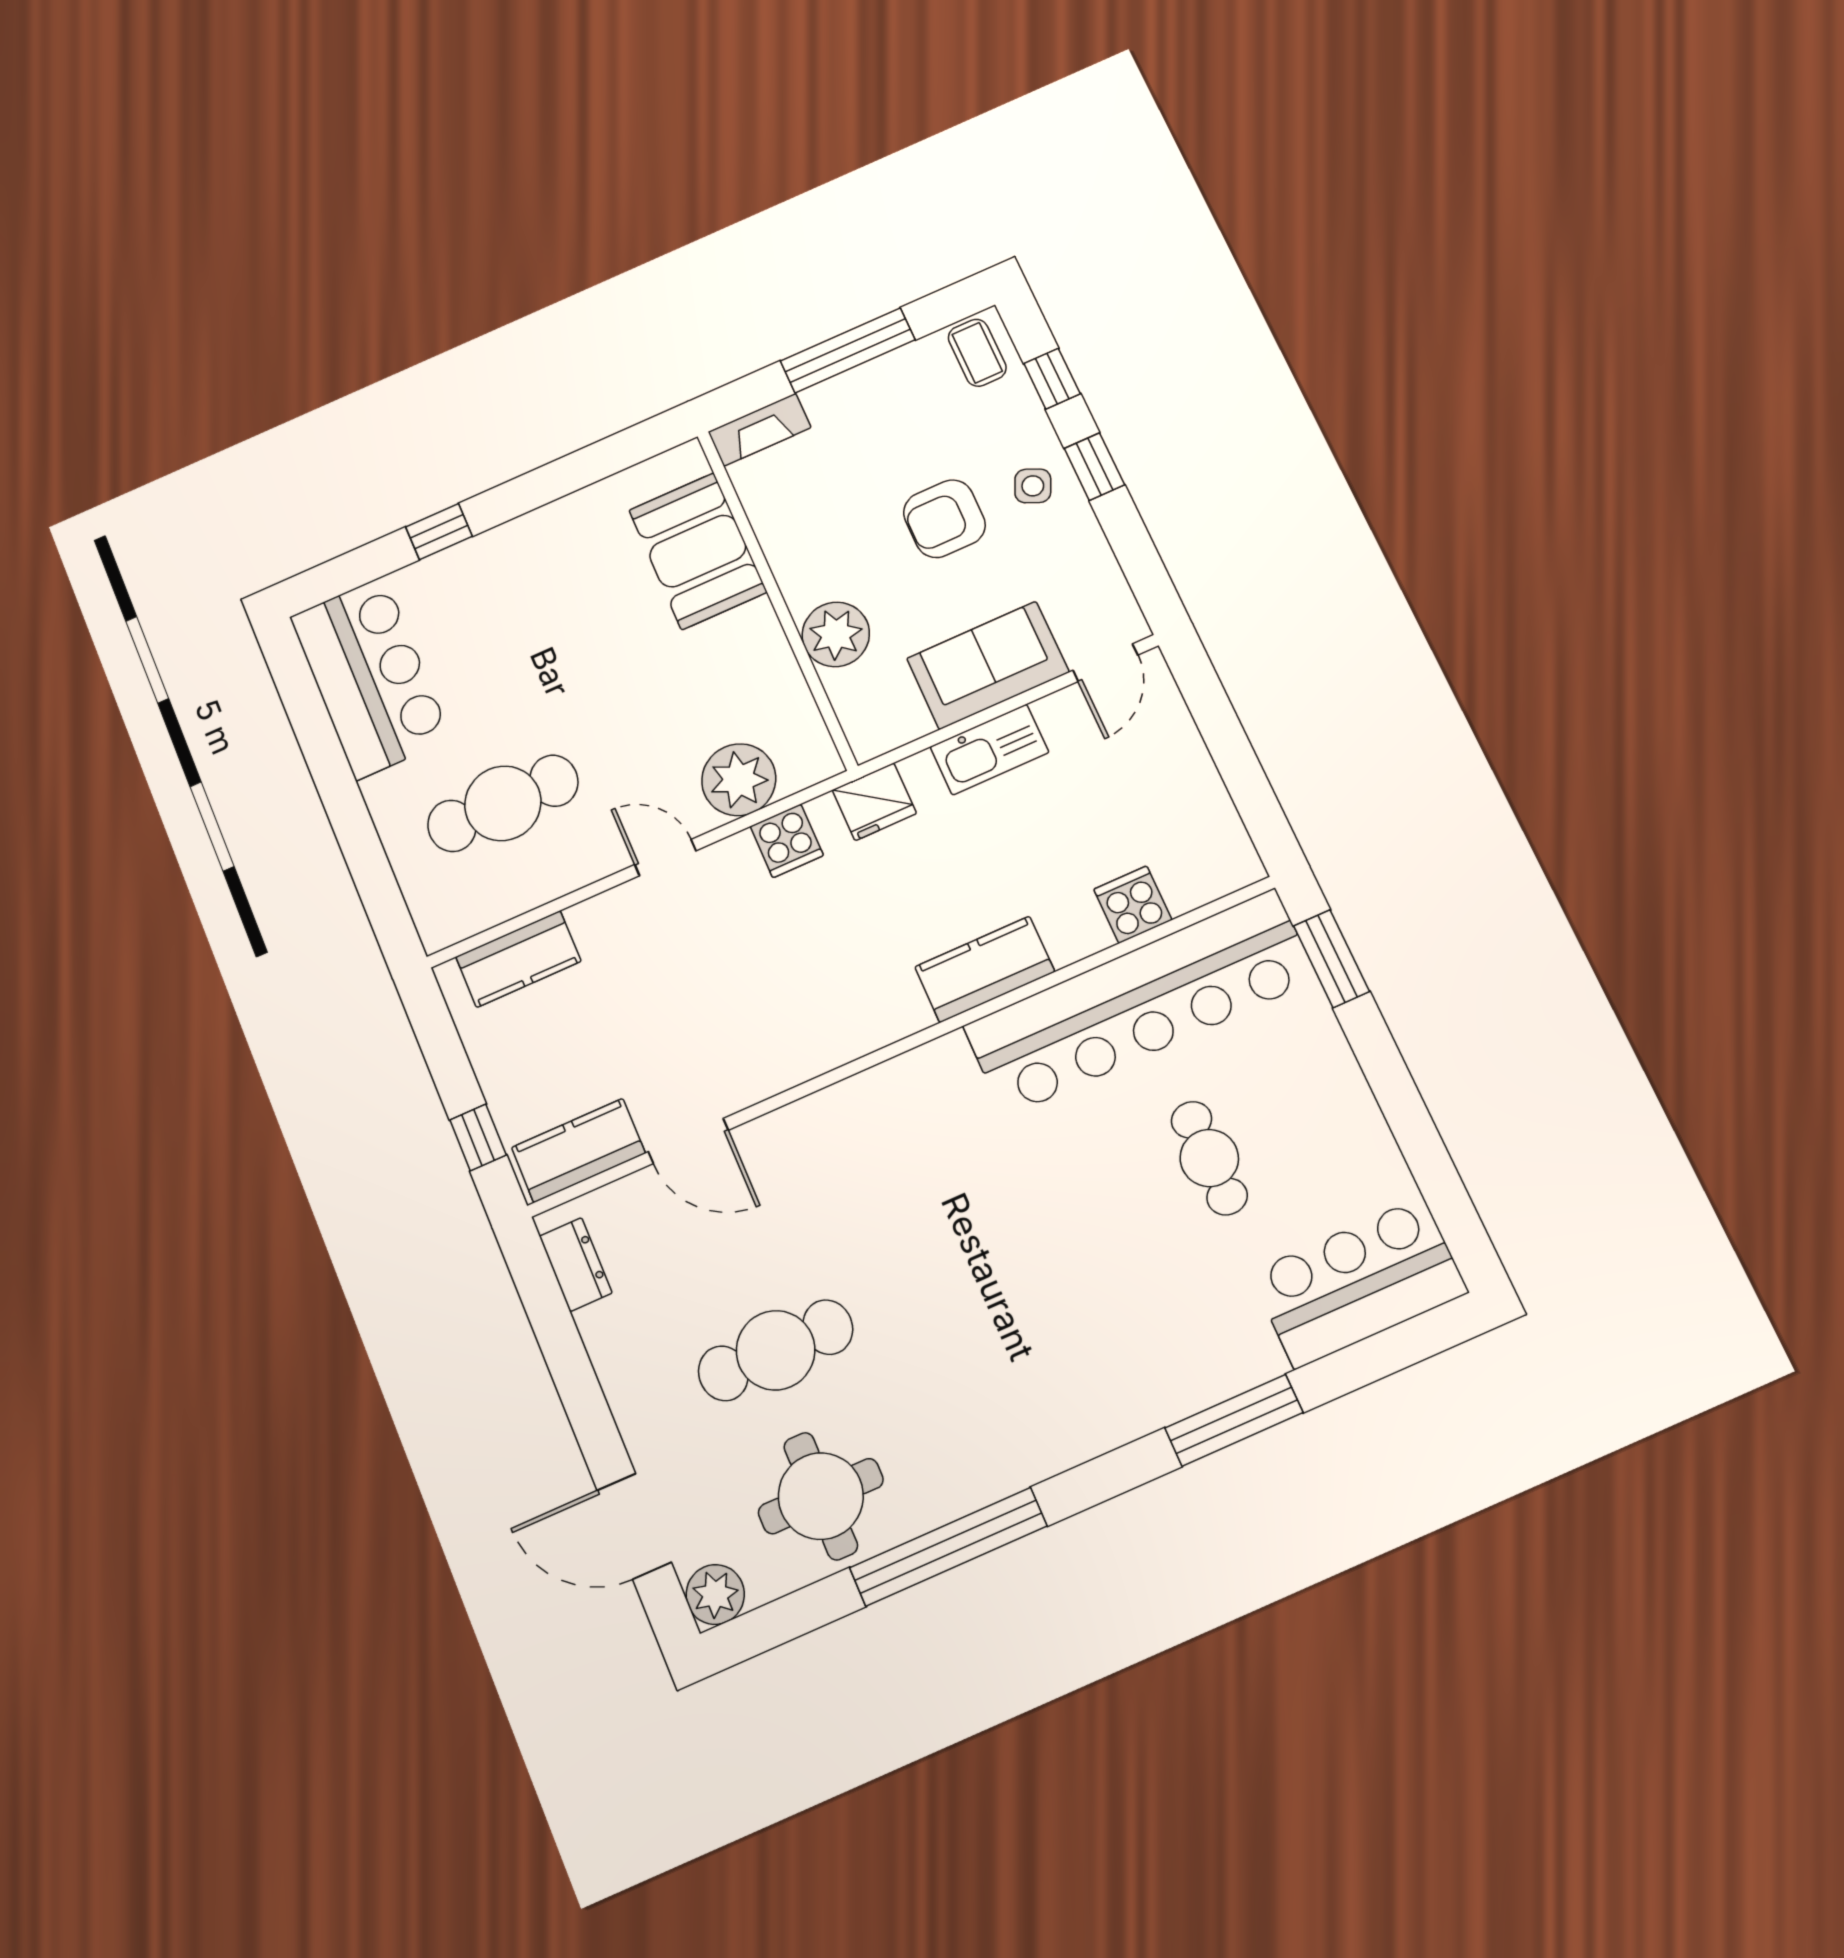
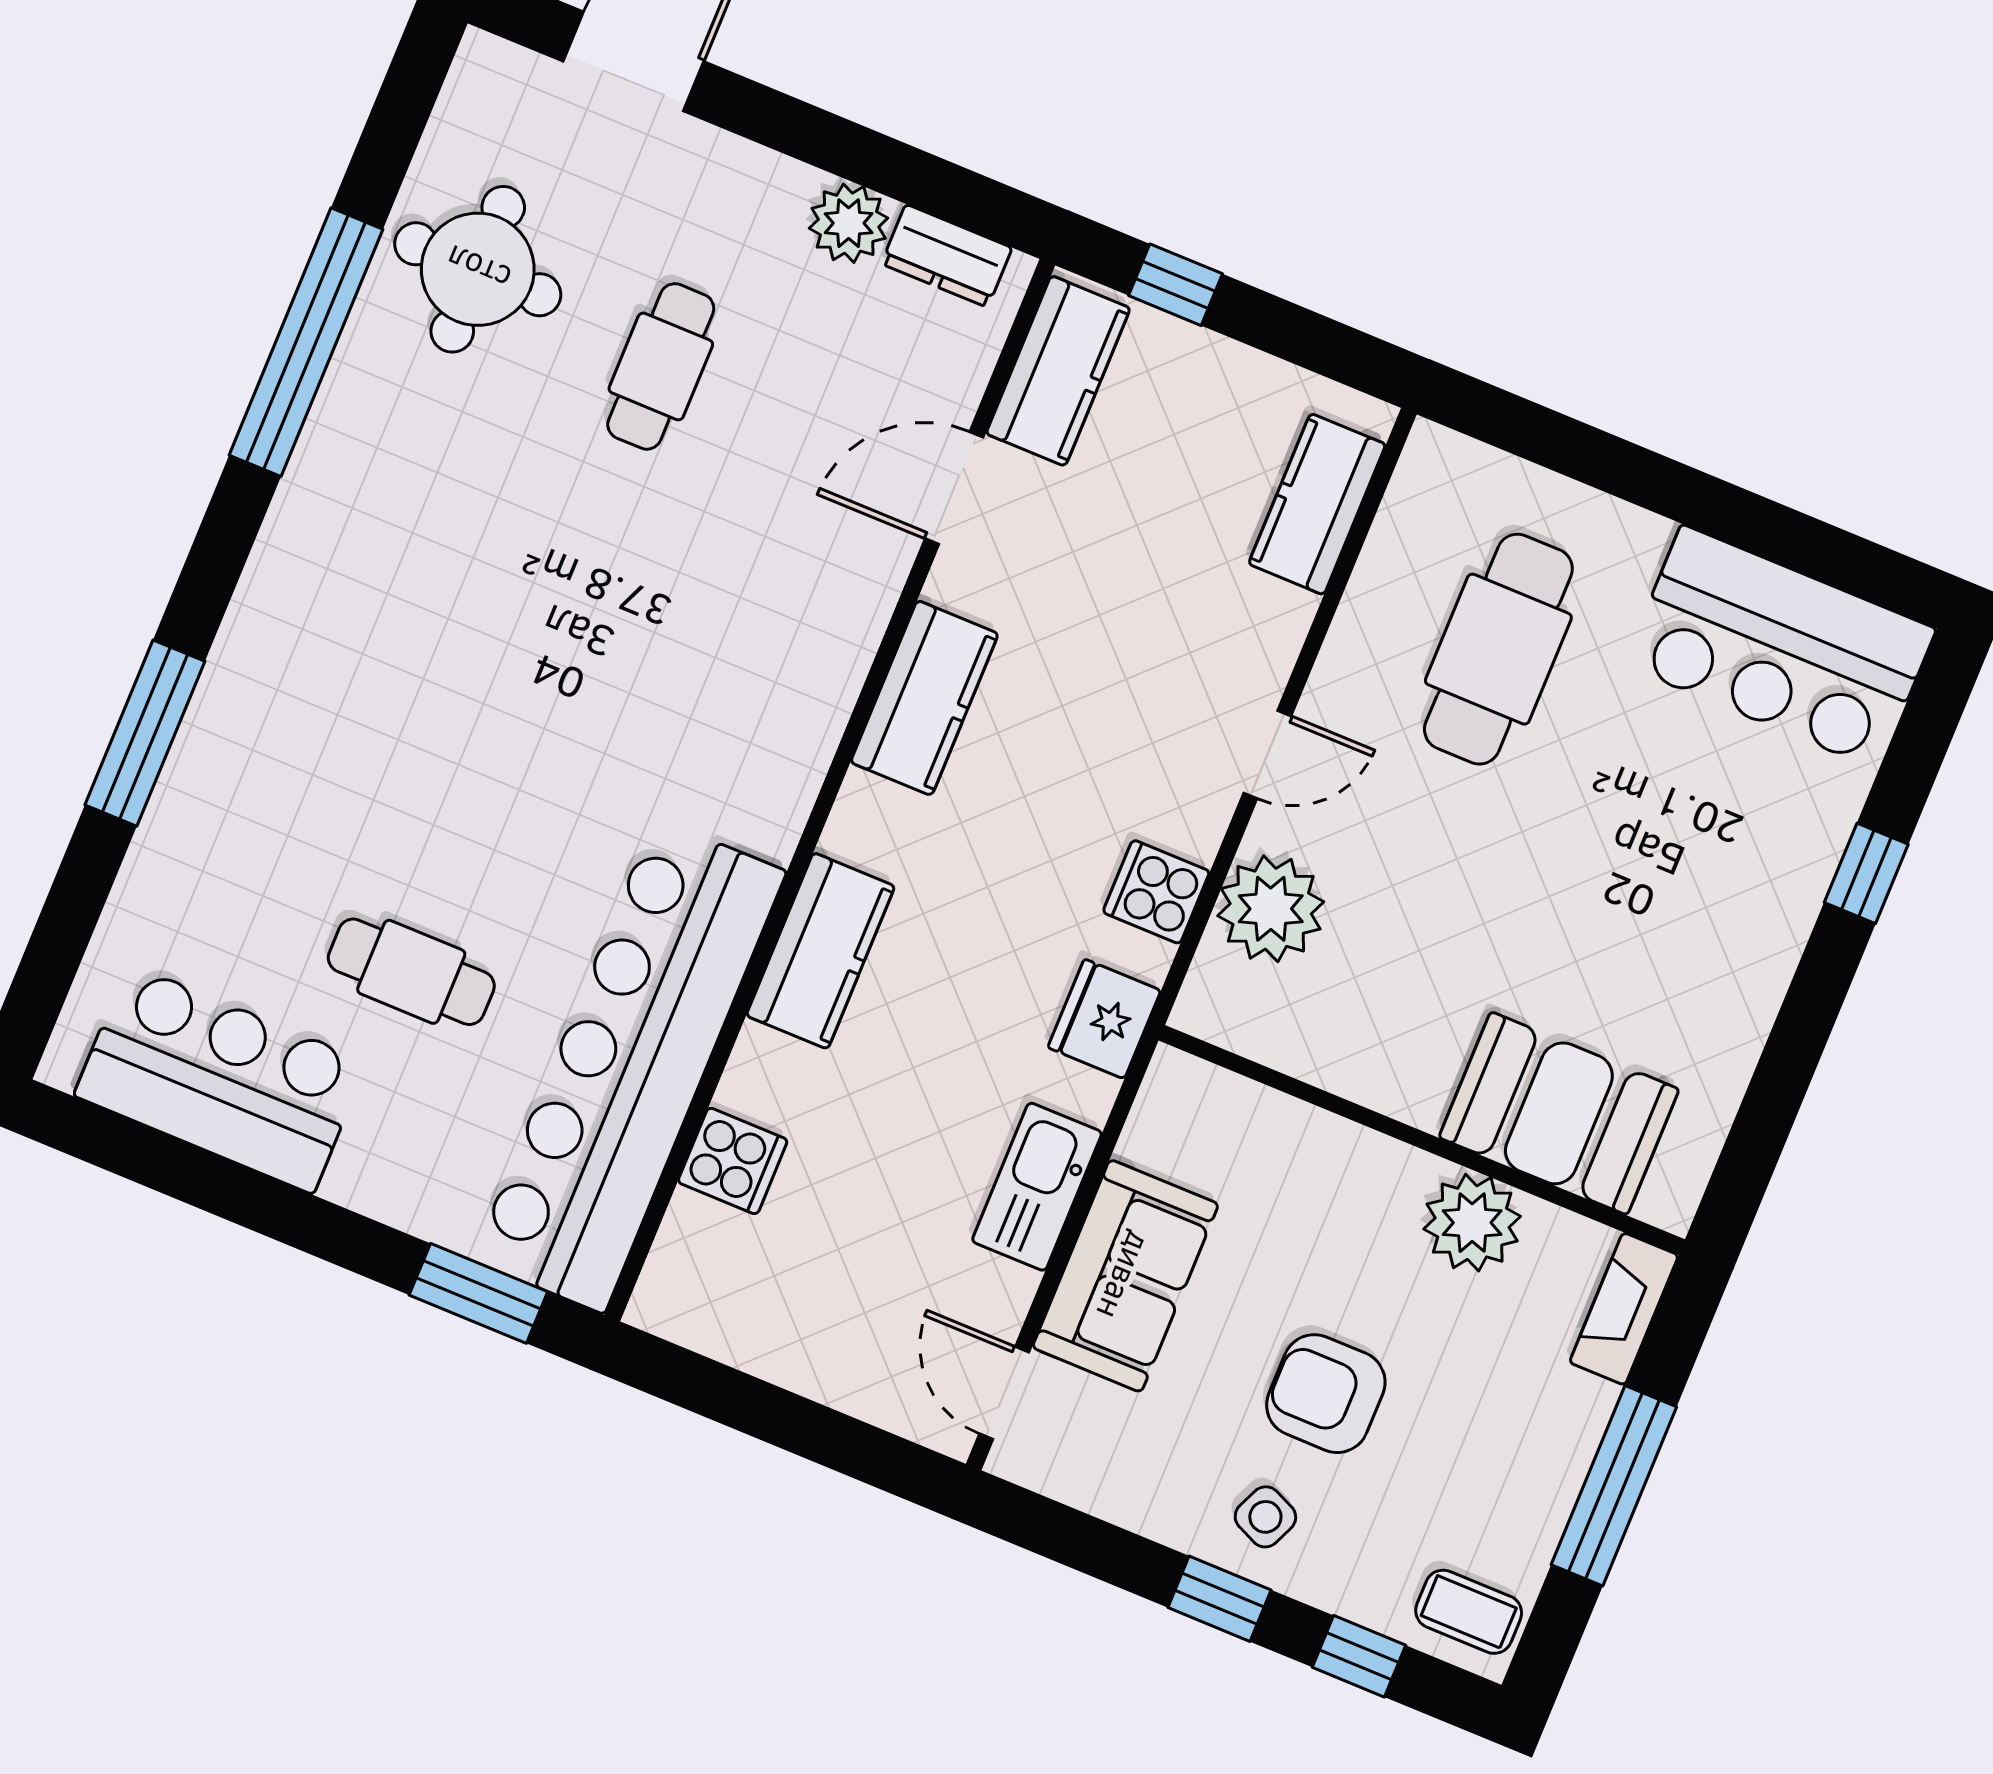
armchair: (944, 519) -> (1326, 1394), turned -90
plant: (836, 634) -> (1472, 1223), moved
kitchen counter: (807, 1048) -> (924, 698), added
bar counter: (1359, 1283) -> (221, 1079), moved, turned -90
cafe table: (776, 1350) -> (661, 366), width x0.73, depth x0.74
plant: (715, 1595) -> (849, 223), moved

